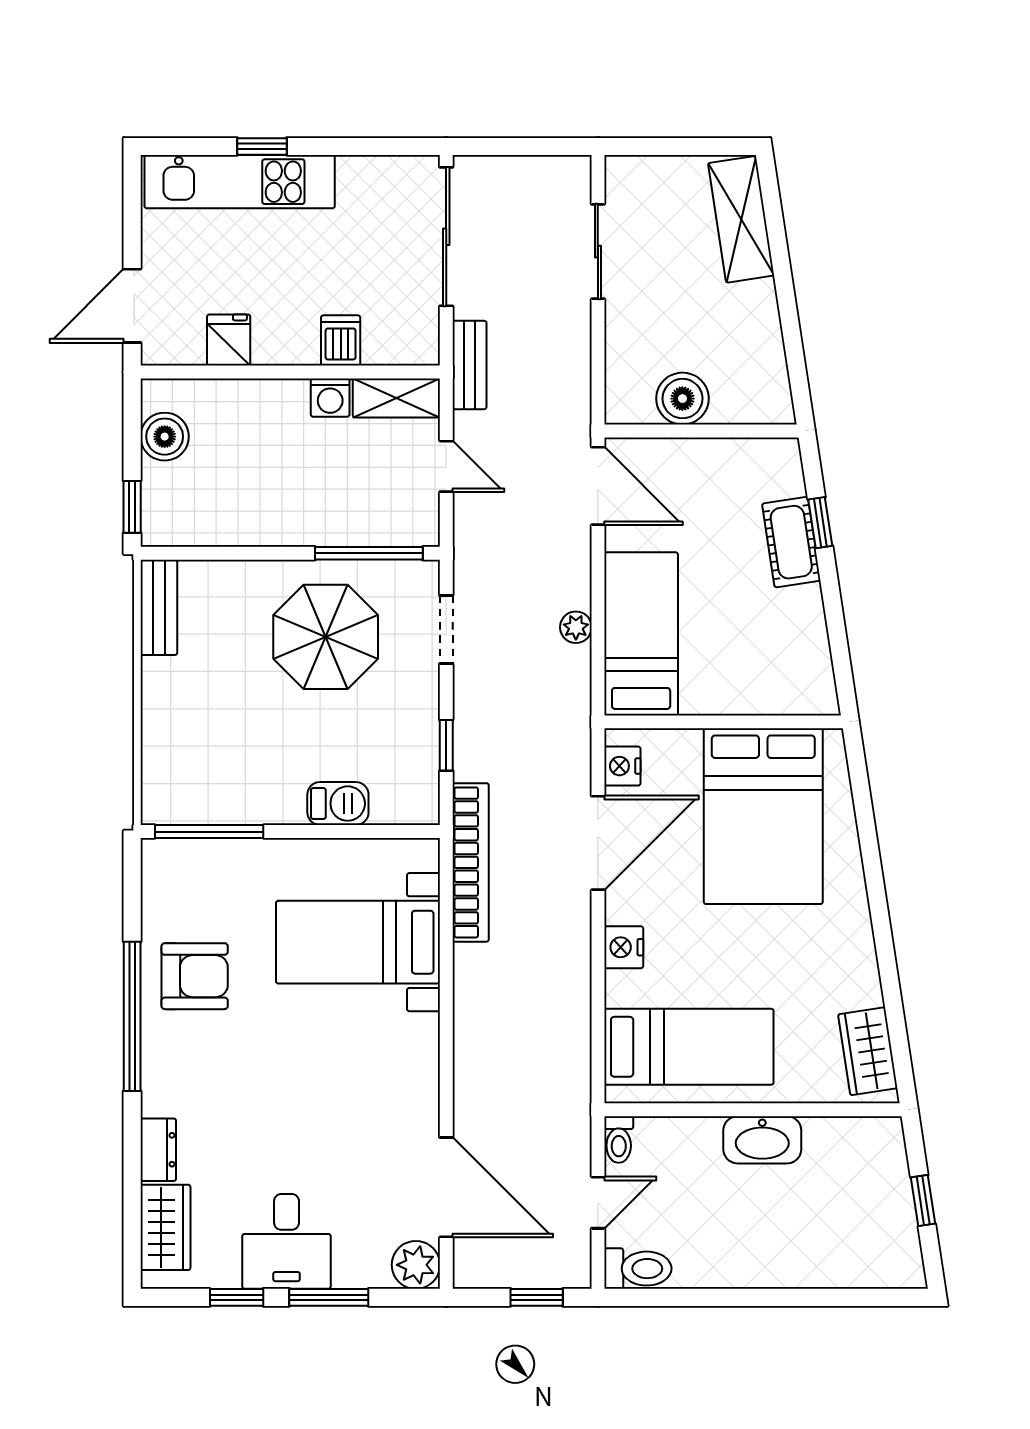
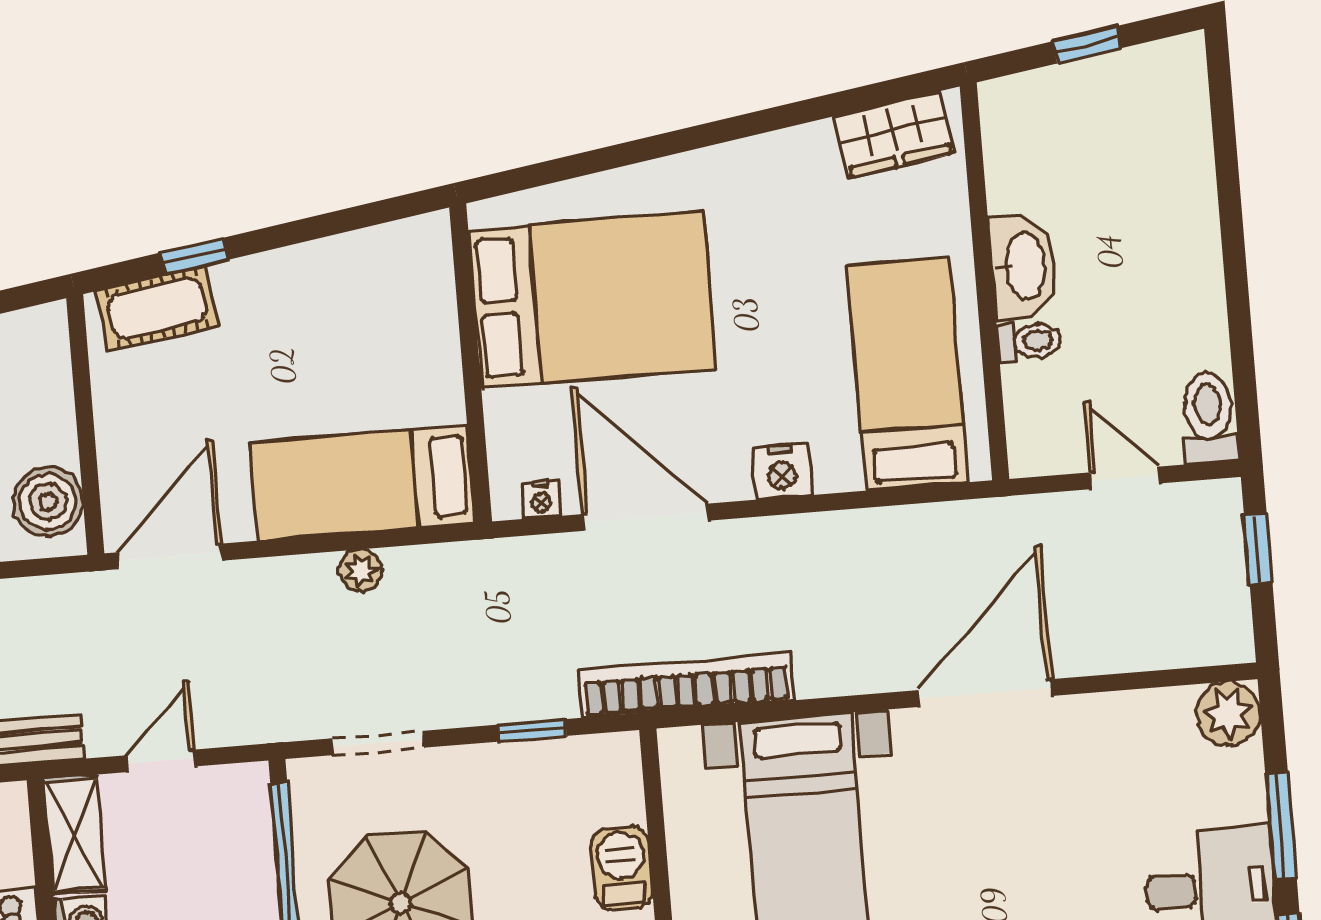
boiler: (682, 399) -> (48, 502), moved
cot: (791, 542) -> (157, 308), moved
nightstand: (622, 766) -> (541, 500), width x0.72, depth x0.74
toilet: (619, 1140) -> (1029, 341), moved
door: (446, 1187) -> (986, 693), moved

